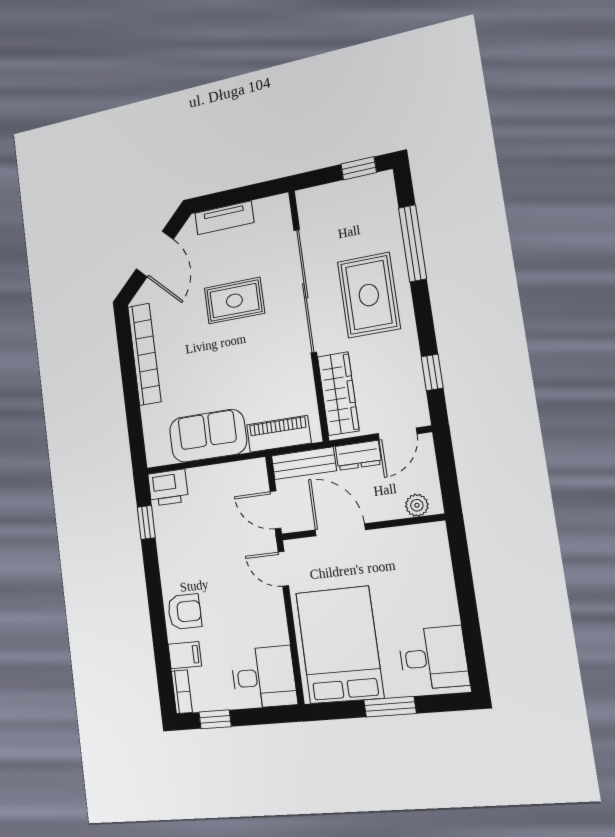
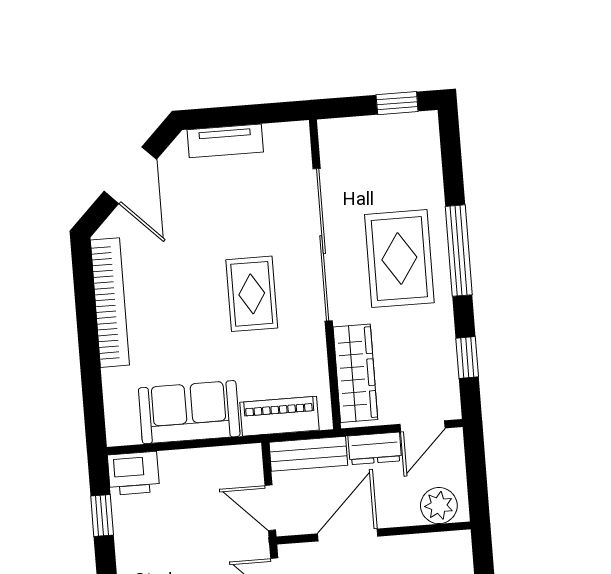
window: (413, 243) -> (459, 251), moved
rug: (234, 301) -> (252, 294), moved, turned 90
plant: (417, 505) -> (439, 506), width x1.38, depth x1.38
door: (340, 530) -> (348, 535), hinge flipped

